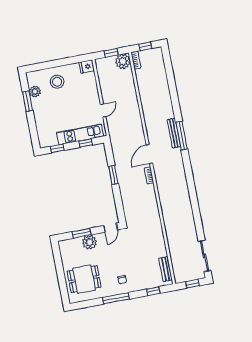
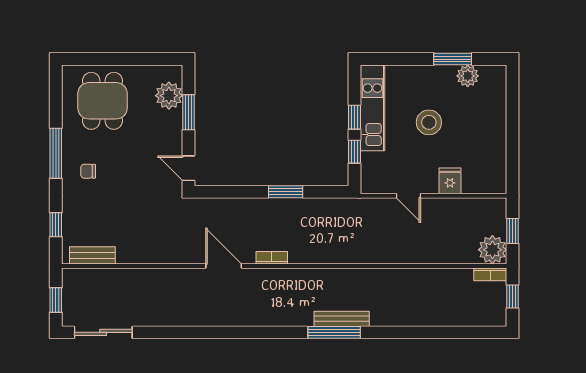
fridge: (87, 66) -> (450, 181), moved
stool: (57, 82) -> (429, 122), moved
kitchen unit: (80, 134) -> (372, 108), moved
window: (57, 148) -> (354, 117), moved
door: (149, 154) -> (224, 266), moved
plant: (90, 242) -> (169, 96), moved

